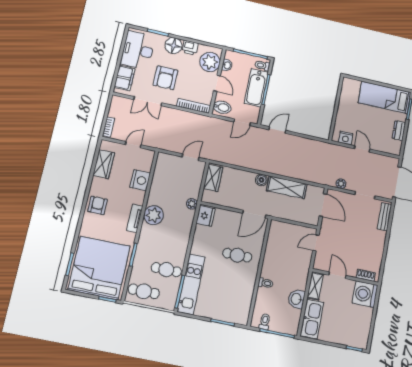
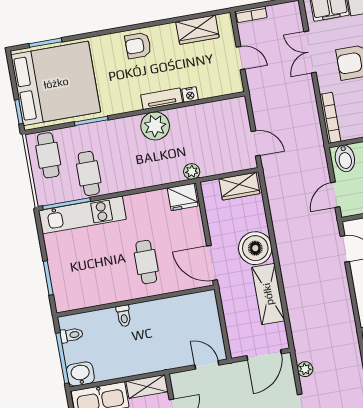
door: (242, 122) -> (335, 195), hinge flipped
nightstand: (140, 180) -> (190, 94), width x0.53, depth x0.56
boiler: (261, 180) -> (255, 248), width x1.86, depth x1.86
armchair: (98, 205) -> (138, 46), turned 180
tv unit: (135, 218) -> (162, 99), moved
washbasin: (297, 299) -> (80, 374), moved

